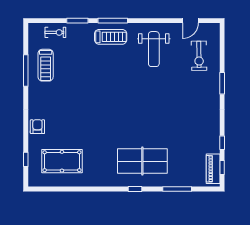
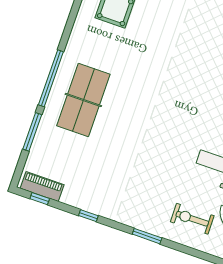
window: (222, 143) -> (88, 216), moved
window: (135, 189) -> (51, 78), width x3.17

